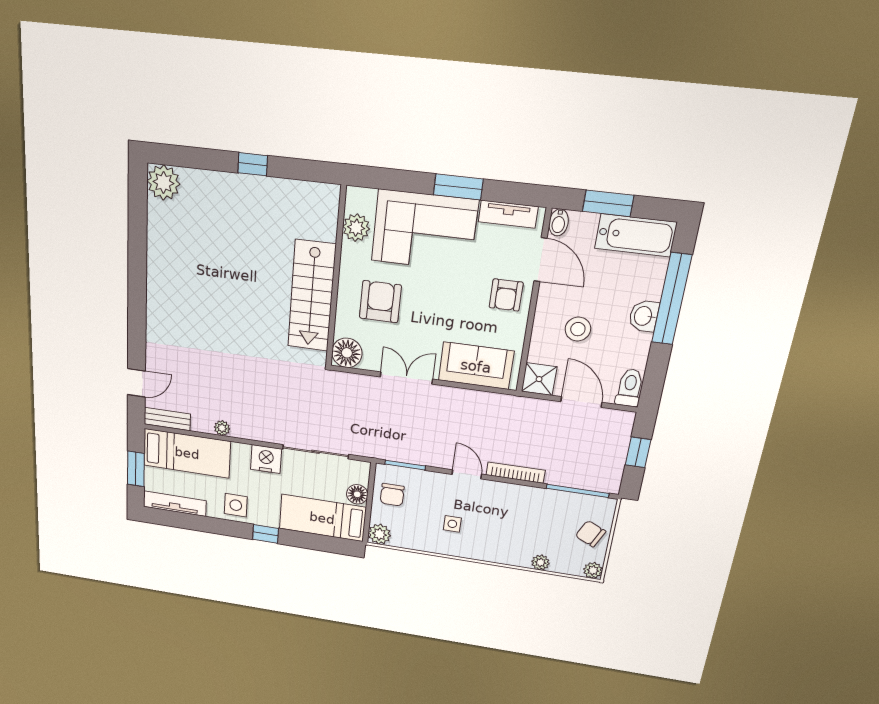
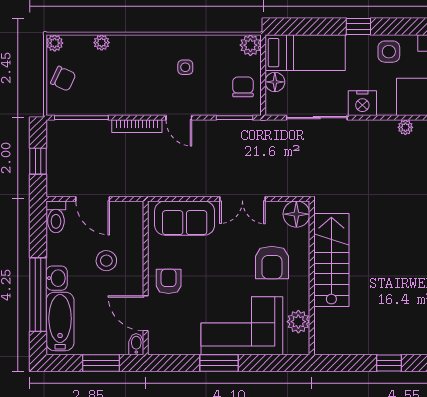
tv unit: (508, 214) -> (177, 346), removed
bathtub: (636, 235) -> (60, 321), moved, turned 90
shower: (539, 379) -> (131, 214), removed

